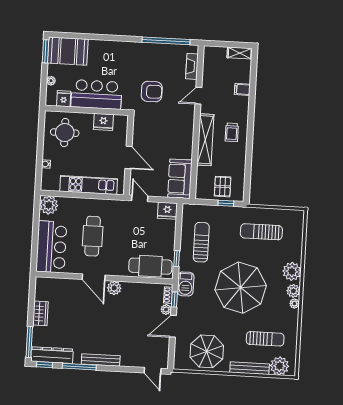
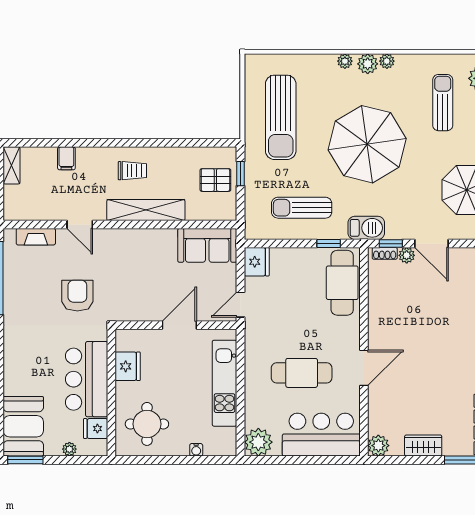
sun lounger: (261, 232) -> (281, 117), width x1.36, depth x1.34
plant: (292, 271) -> (345, 61), width x0.53, depth x0.53
plant: (114, 288) -> (378, 446), moved

